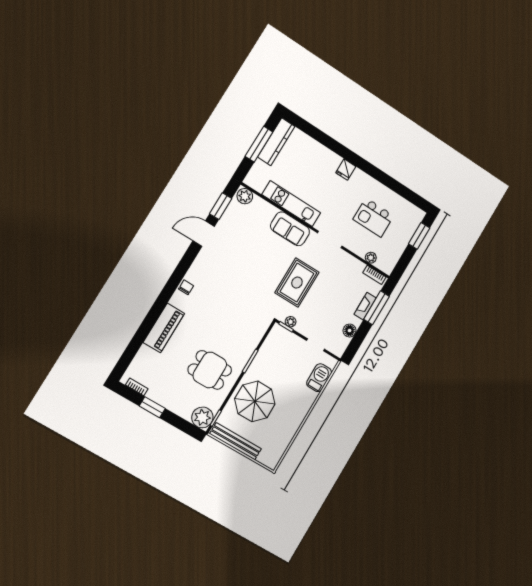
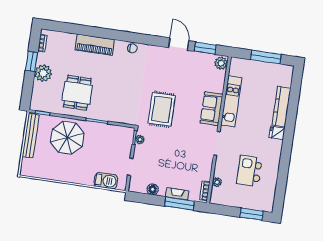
kitchen counter: (276, 142) -> (281, 107), moved, turned 90
rug: (297, 283) -> (162, 109), moved, turned 90
plant: (202, 417) -> (43, 73), moved

